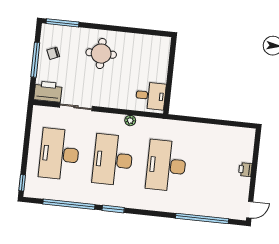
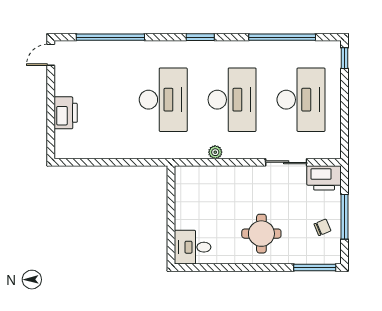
desk: (151, 96) -> (193, 247), moved
printer: (245, 170) -> (66, 113), width x1.87, depth x1.48
window: (113, 209) -> (200, 37), moved

